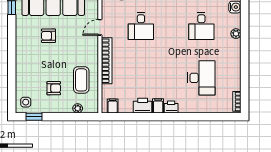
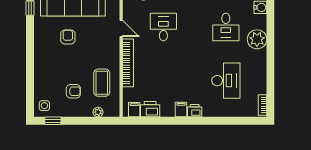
desk: (141, 26) -> (163, 27), turned 180
door: (100, 27) -> (121, 28), swing flipped
plant: (236, 34) -> (257, 39), width x1.87, depth x1.87
armchair: (48, 36) -> (68, 37), turned 90
printer: (143, 106) -> (150, 109), moved

